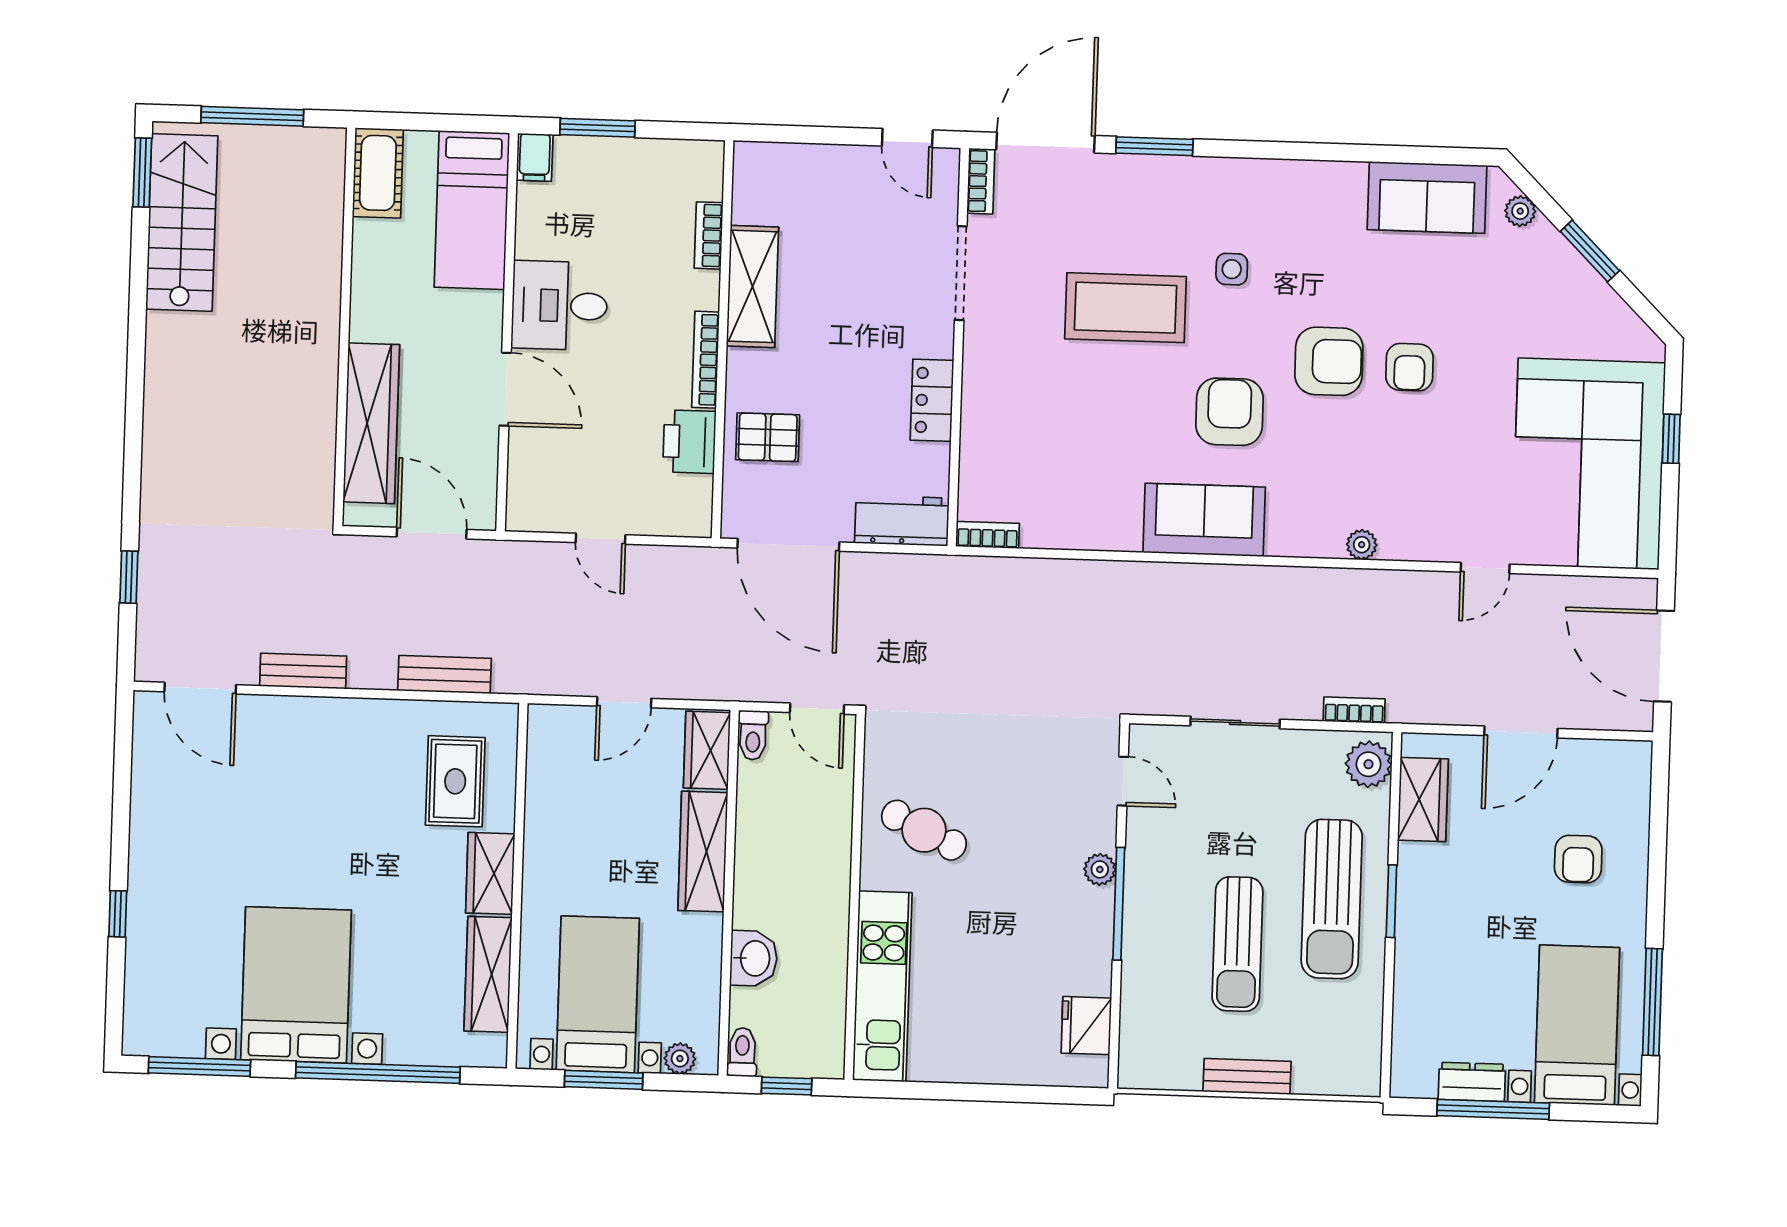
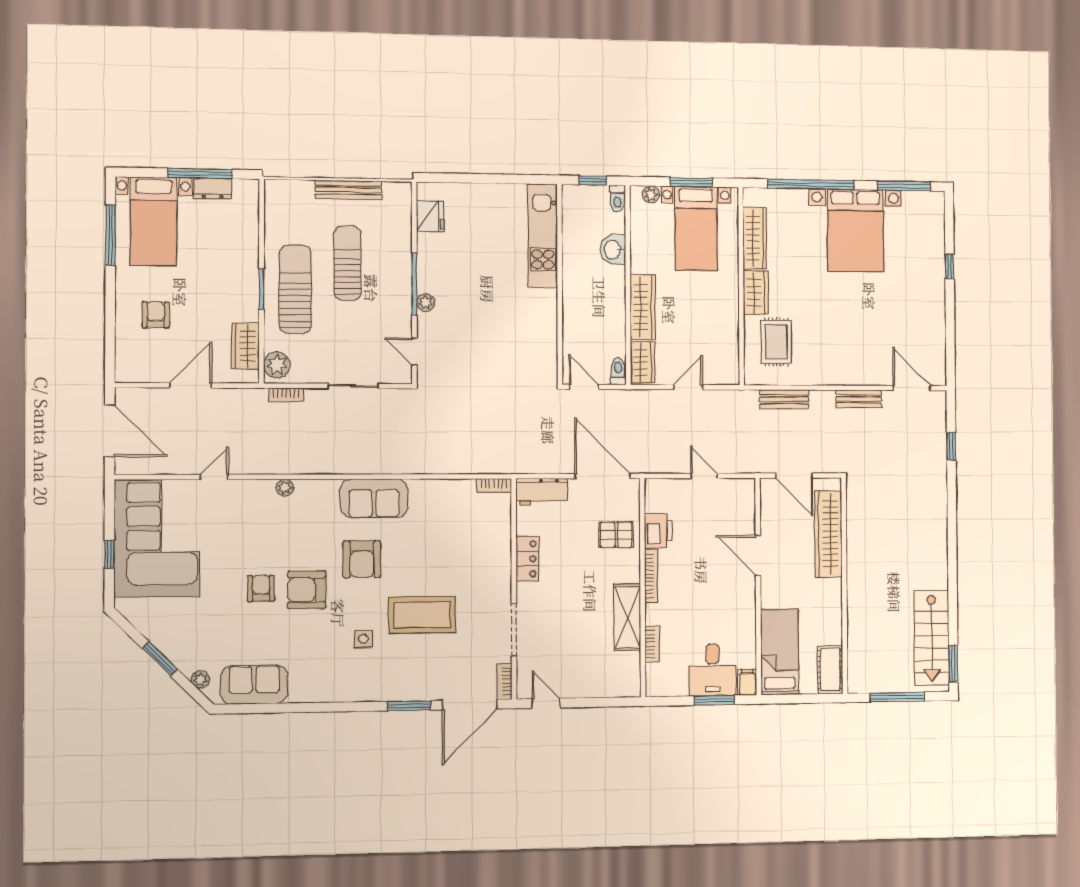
desk: (559, 306) -> (713, 670), moved, turned 90
cafe table: (924, 830) -> (523, 322), removed
bench: (1247, 1076) -> (348, 190), width x1.36

